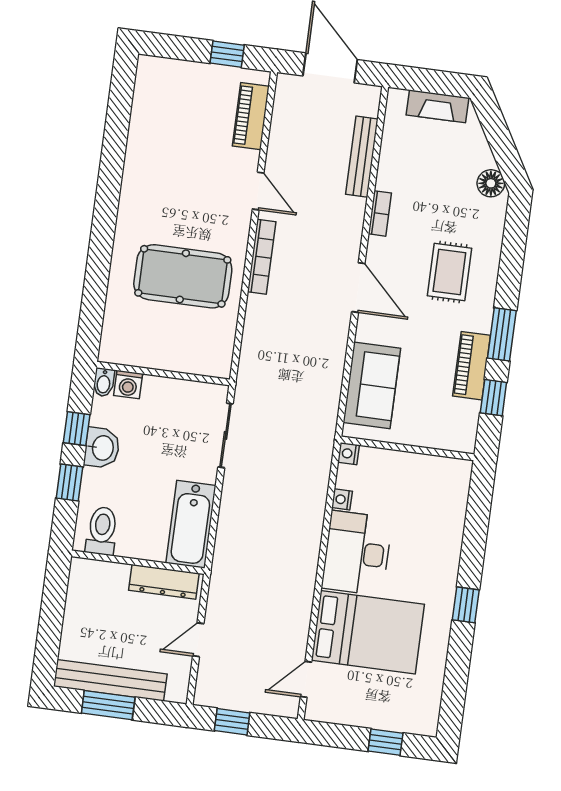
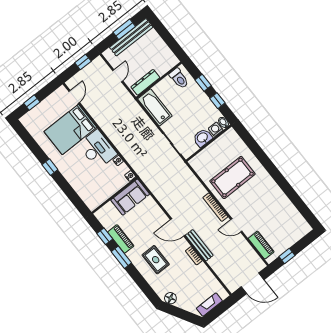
bench: (362, 157) -> (199, 245), moved
sofa: (372, 385) -> (130, 197), moved, turned -90
washbasin: (102, 448) -> (203, 138), moved, turned 90

